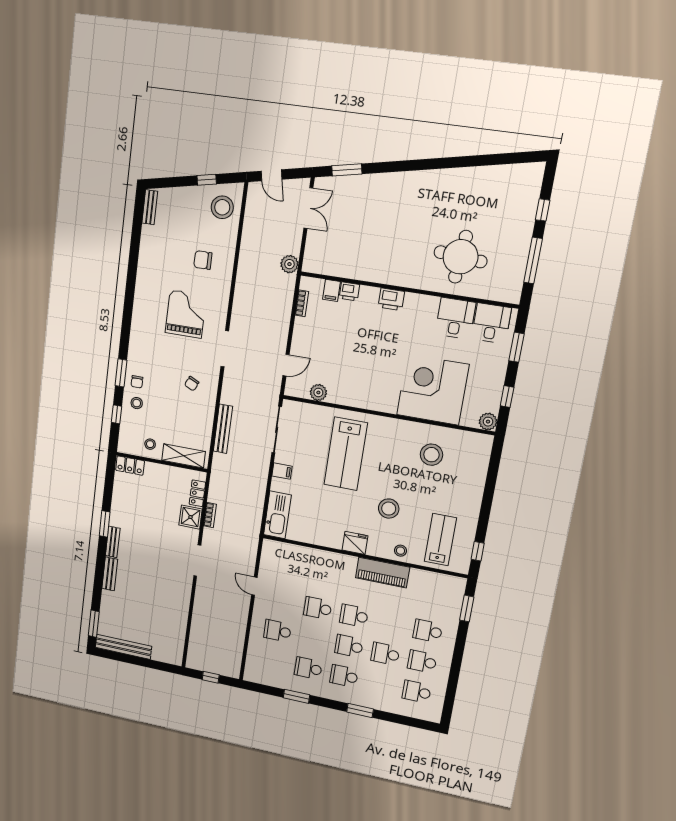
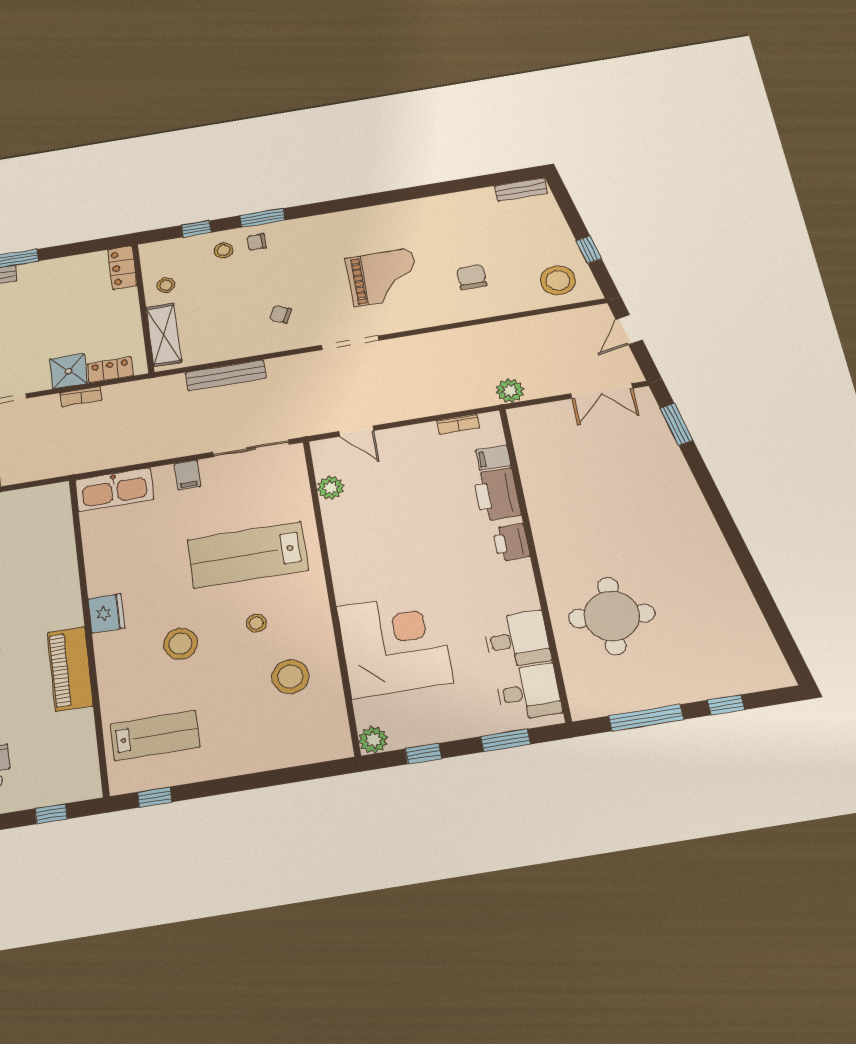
printer: (349, 291) -> (497, 494), width x1.87, depth x1.48
stool: (400, 551) -> (256, 623), moved
window: (467, 608) -> (51, 814), width x0.67

